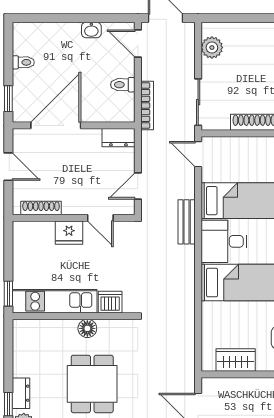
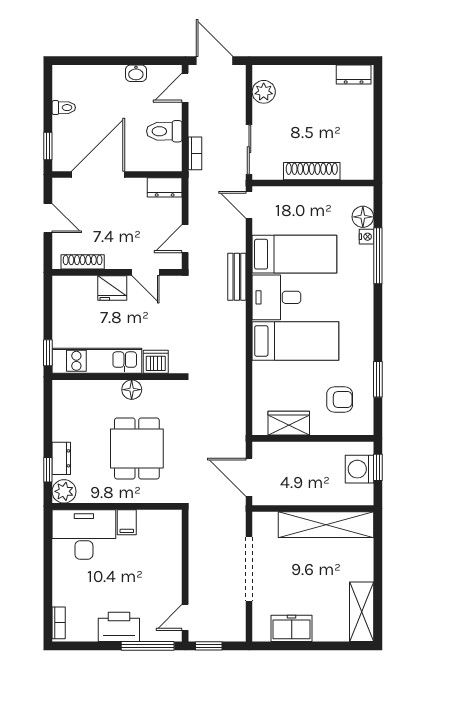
door: (138, 44) -> (185, 88), hinge flipped
toilet: (123, 85) -> (164, 131), width x1.37, depth x1.39
bookcase: (147, 105) -> (195, 153), width x0.64

